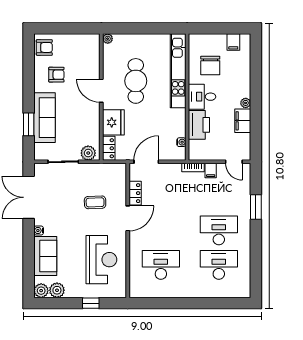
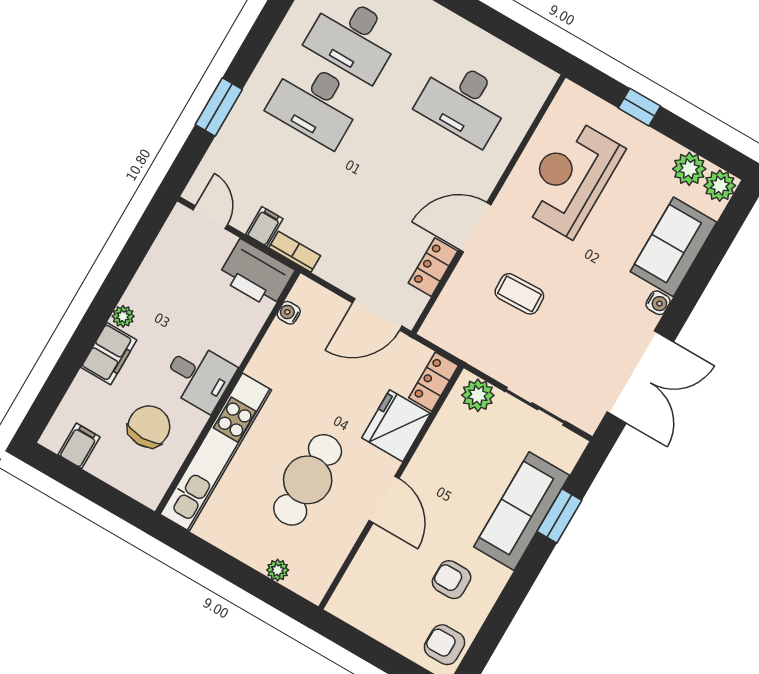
plant: (108, 39) -> (278, 570), moved
filing cabinet: (243, 121) -> (109, 354), moved
printer: (199, 125) -> (256, 274), moved, turned -90

